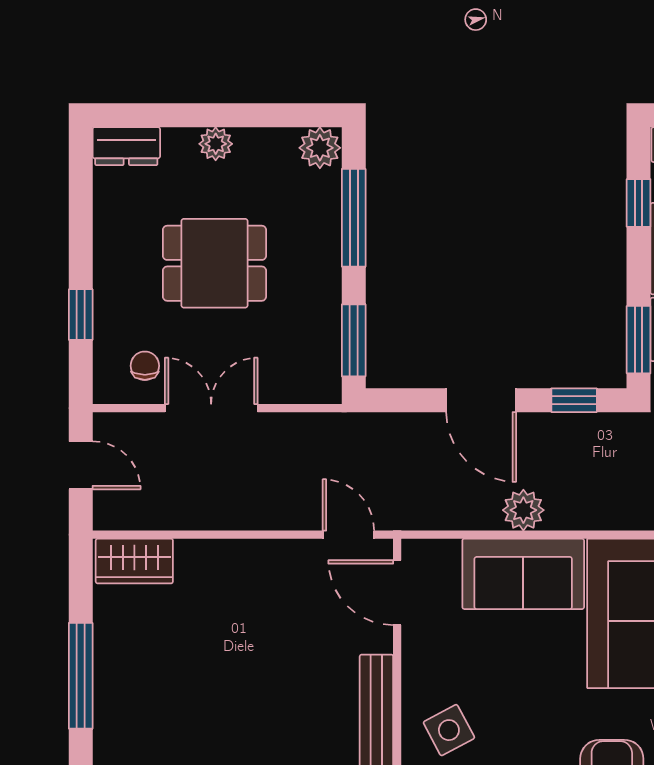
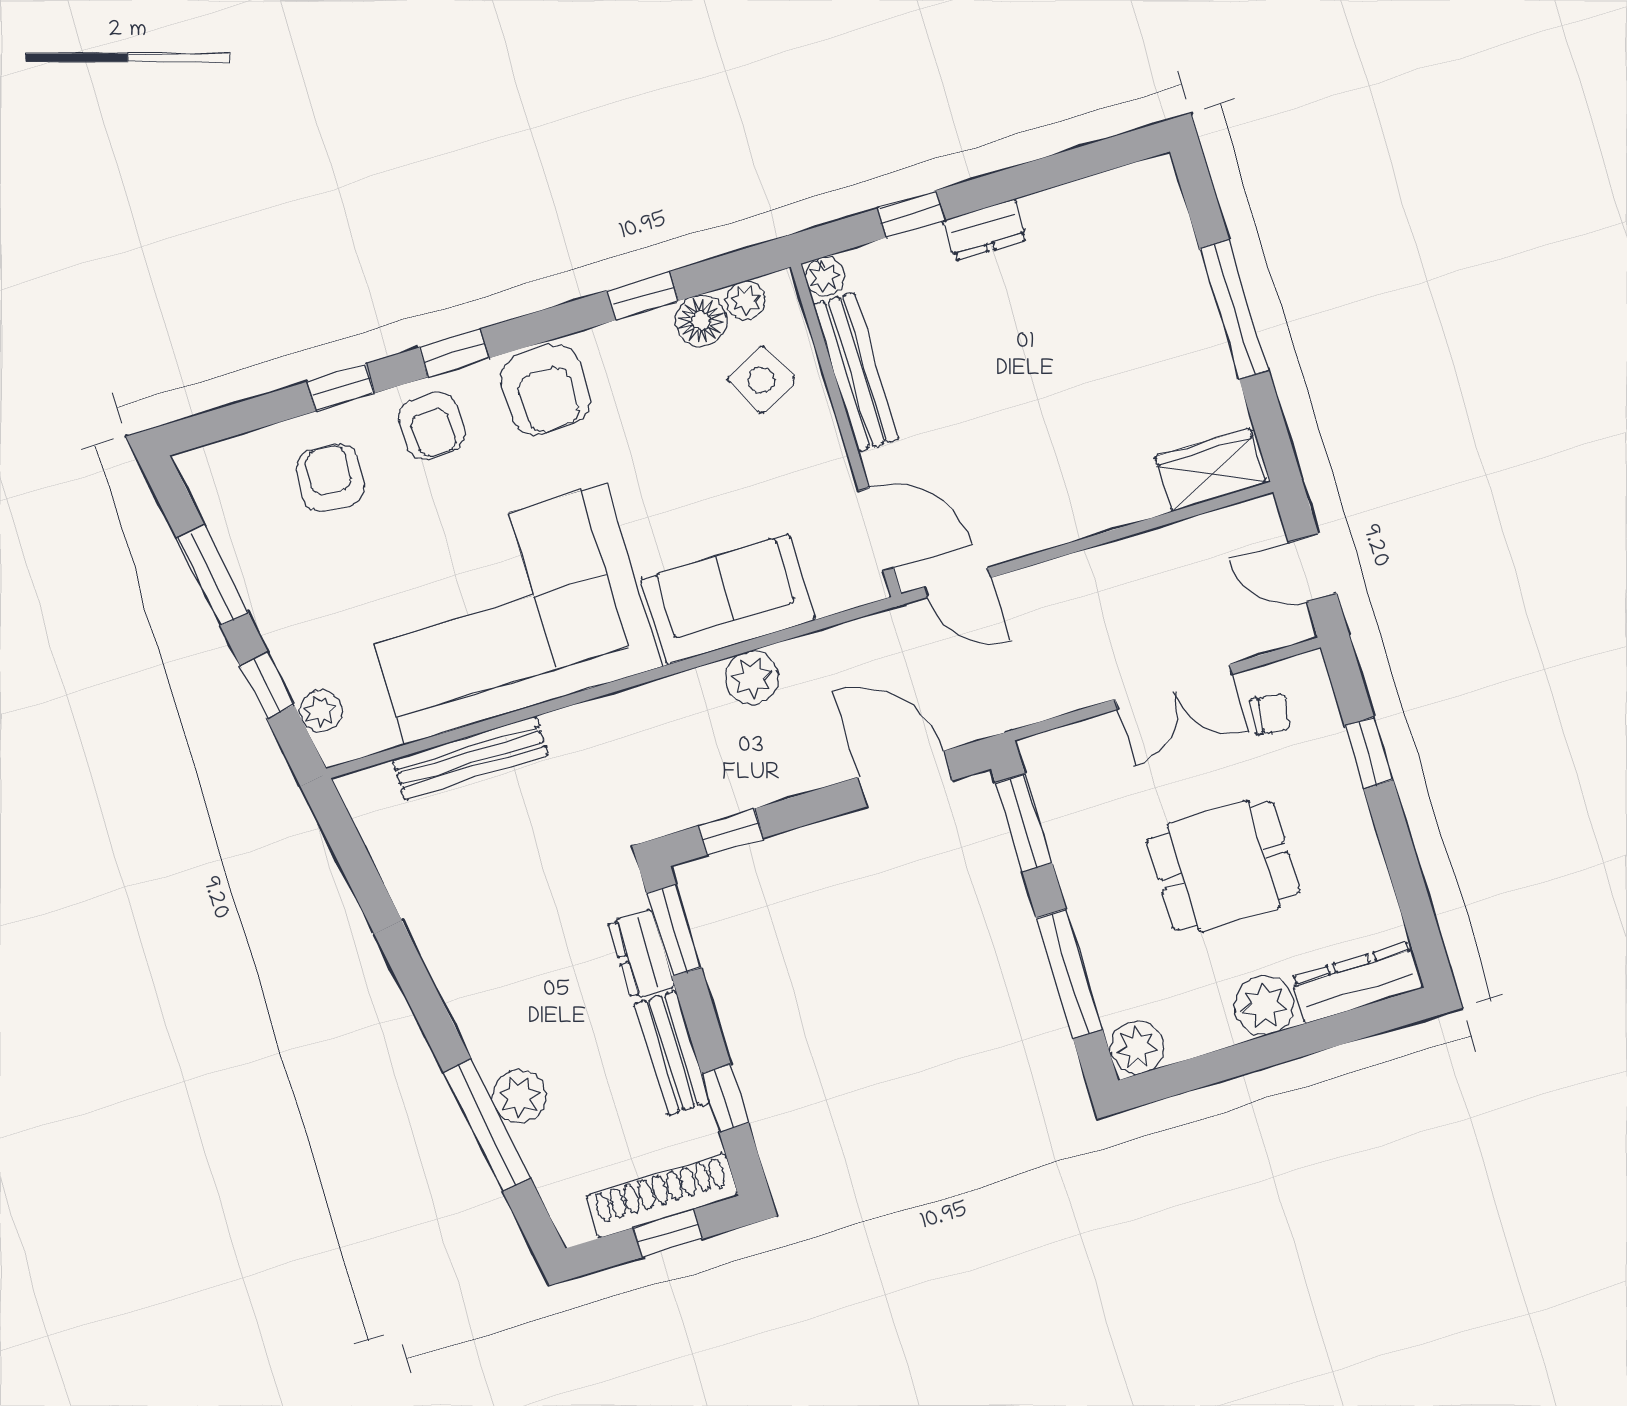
plant: (216, 144) -> (1264, 1005), width x1.38, depth x1.38
dresser: (126, 146) -> (1357, 982), width x1.44
chair: (145, 366) -> (1271, 714), turned -83
door: (481, 400) -> (905, 779), moved

